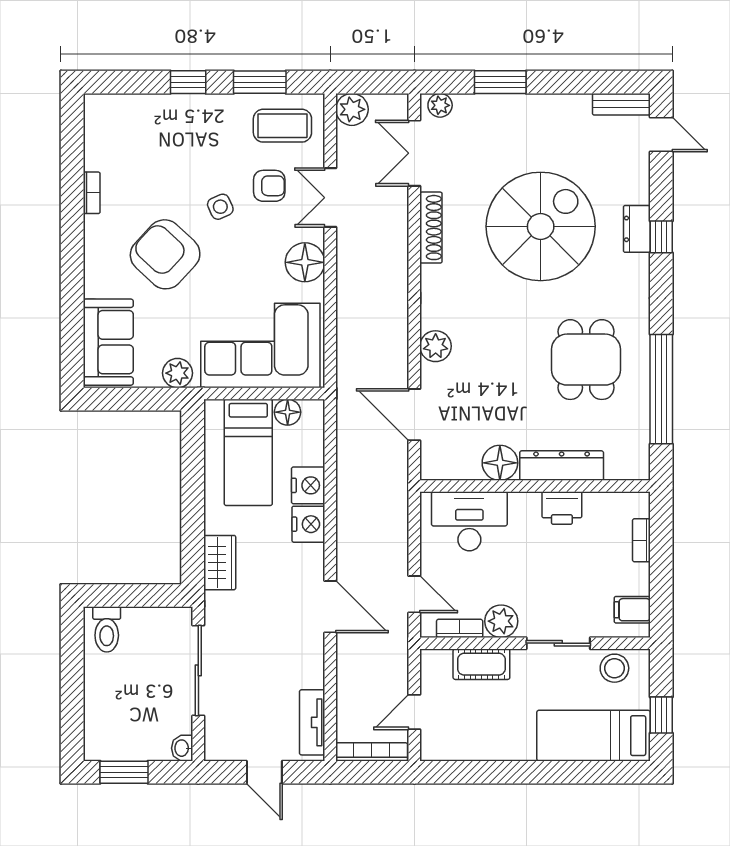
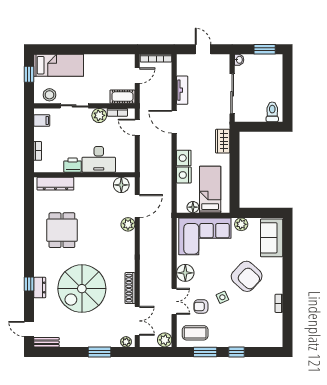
plant: (436, 346) -> (128, 224), moved
window: (661, 389) -> (29, 217), removed
door: (414, 415) -> (137, 206), hinge flipped
floor lamp: (500, 463) -> (121, 185), moved
dresser: (562, 466) -> (55, 184), moved
desk: (469, 521) -> (99, 159), moved
cot: (481, 664) -> (122, 97), moved
tv unit: (312, 722) -> (182, 90), moved

